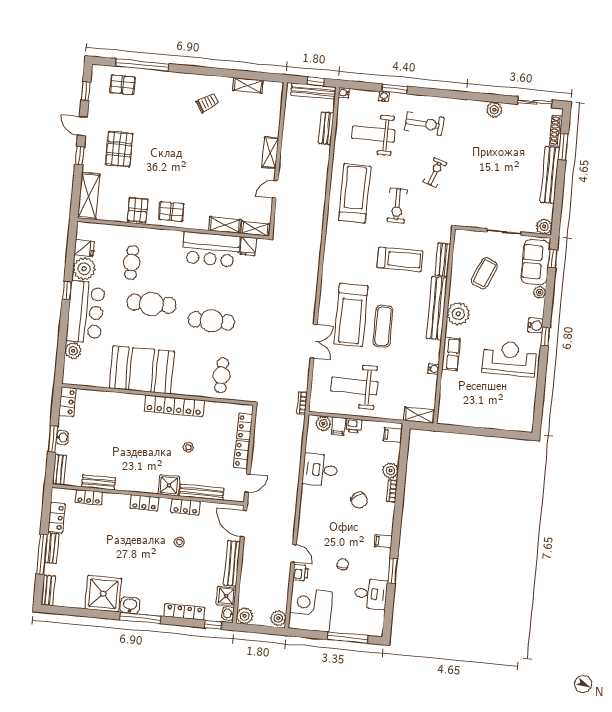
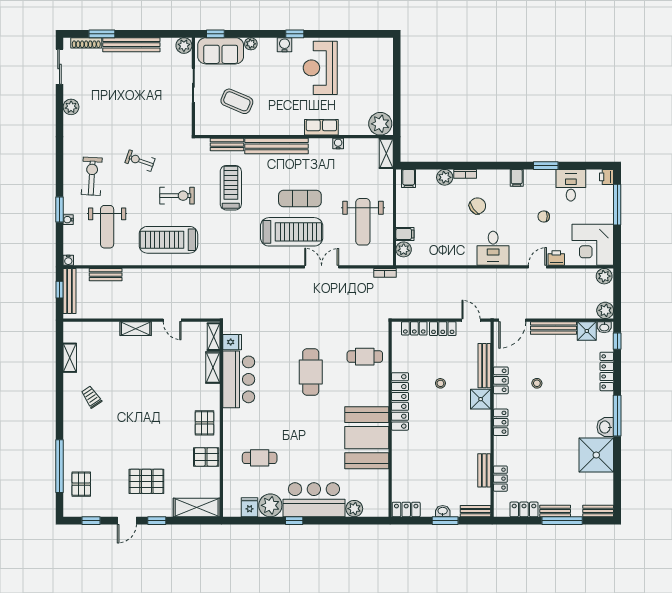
cafe table: (152, 304) -> (299, 434), removed
plant: (458, 314) -> (380, 124), moved
printer: (354, 426) -> (606, 177), moved, turned 180
desk: (320, 470) -> (493, 248), moved

